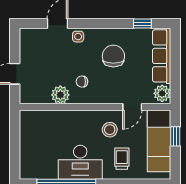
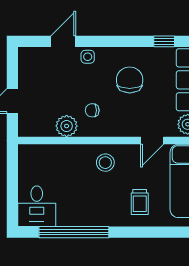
stool: (110, 130) -> (105, 163), moved
trolley: (122, 159) -> (140, 202), turned 180
desk: (80, 162) -> (37, 206), moved, width x0.73

